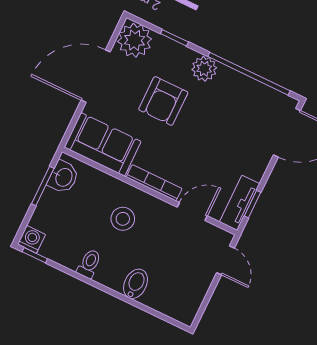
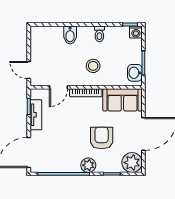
tv unit: (240, 203) -> (36, 115), moved

